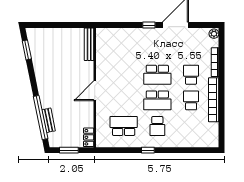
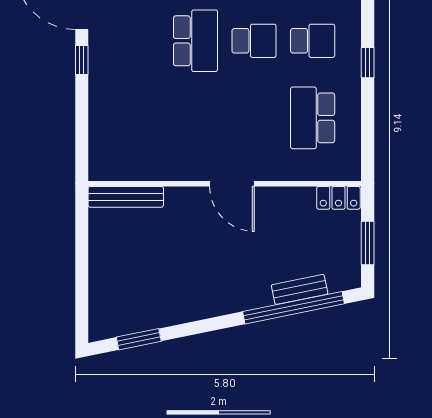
school desk: (157, 100) -> (254, 41), width x0.54

